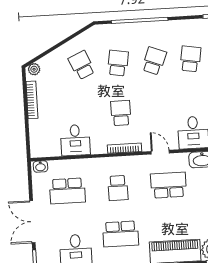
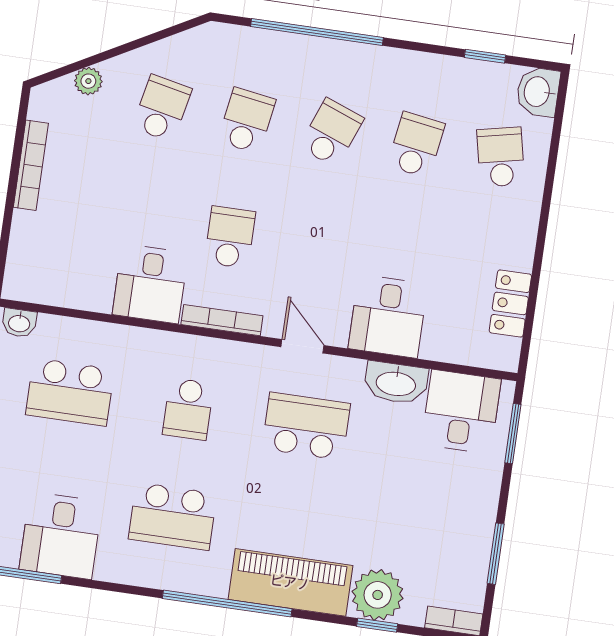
school desk: (82, 65) -> (162, 108), turned 36
plant: (34, 69) -> (88, 81), moved
desk: (75, 140) -> (150, 284), moved

